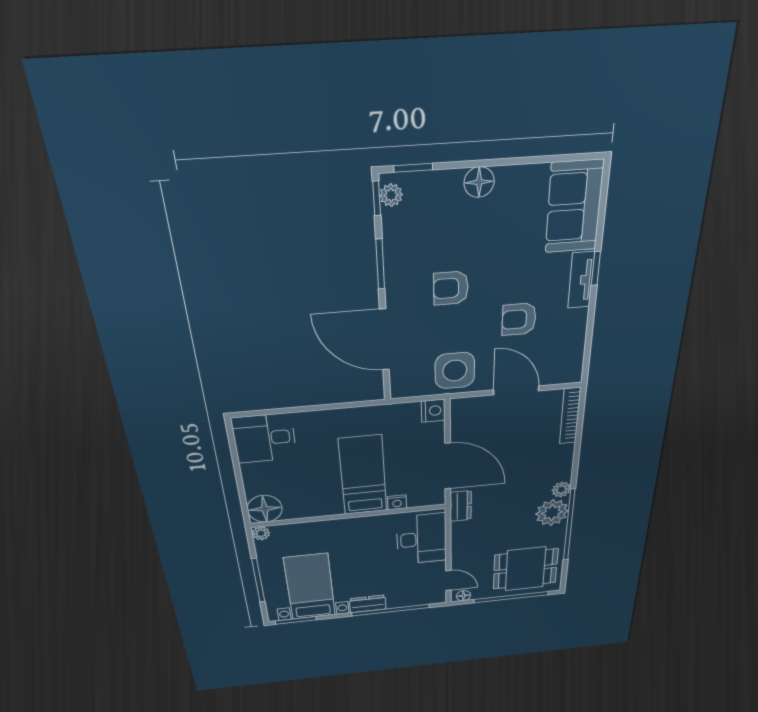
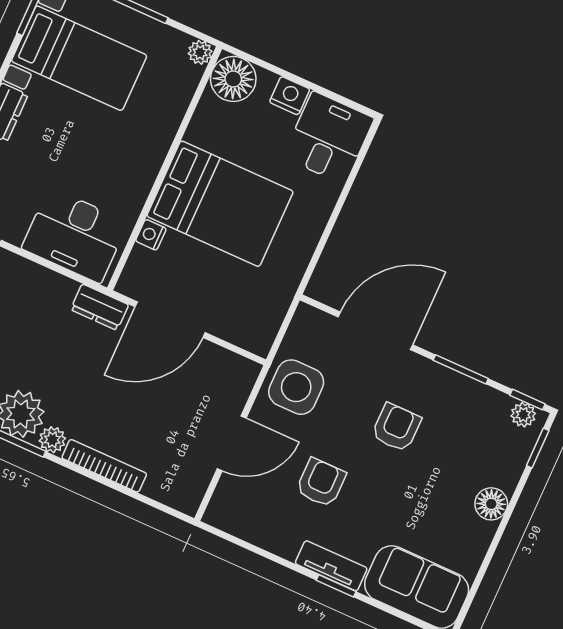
nightstand: (433, 411) -> (290, 96), moved, turned 180
bookcase: (570, 416) -> (104, 466), moved
bed: (363, 475) -> (220, 204), width x1.50

